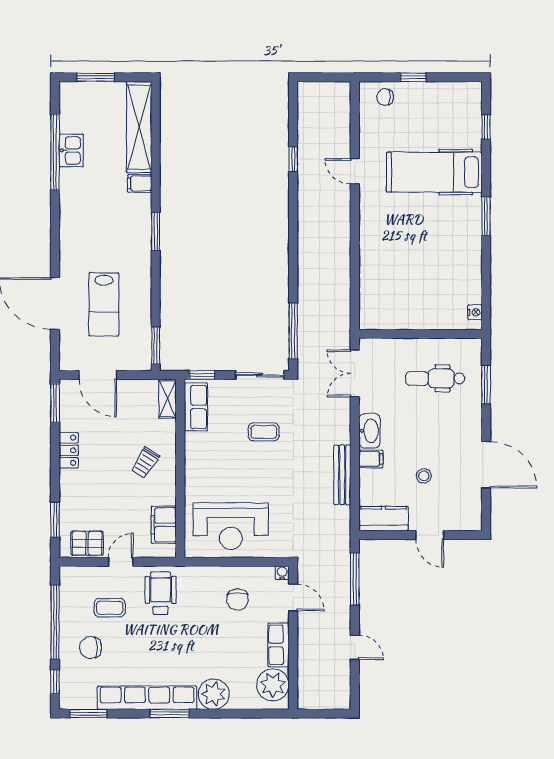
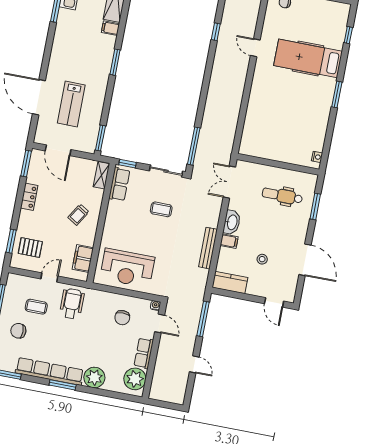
door: (430, 535) -> (274, 302), moved
pallet: (87, 543) -> (30, 248), moved

